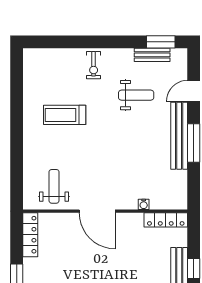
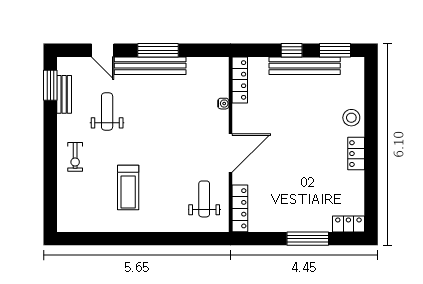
exercise bike: (94, 65) -> (75, 157), turned 90
weight bench: (54, 186) -> (204, 199), turned 90
locker: (30, 235) -> (240, 208), moved, turned 90

